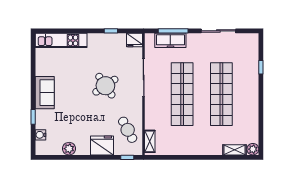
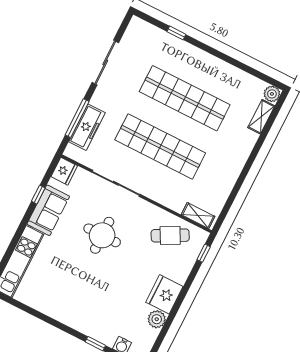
round table: (105, 86) -> (102, 235), turned 34
sofa: (45, 93) -> (48, 210), moved, turned 90
fridge: (102, 145) -> (164, 294), moved

